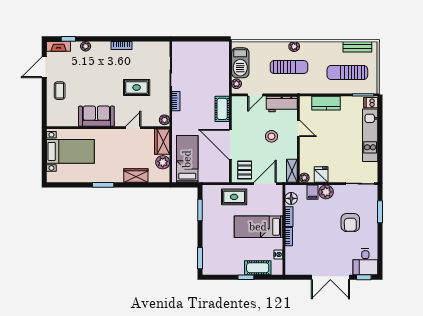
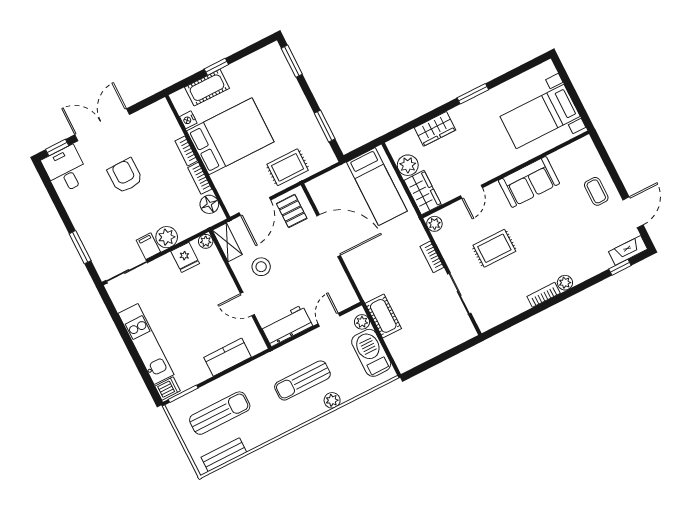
plant: (86, 46) -> (565, 283), moved
plant: (294, 47) -> (332, 400), moved
cot: (222, 109) -> (383, 316), moved
stool: (271, 136) -> (261, 267), moved
filing cabinet: (313, 192) -> (148, 246), moved
armchair: (350, 223) -> (125, 176), moved
bed: (258, 227) -> (230, 136), width x1.50

